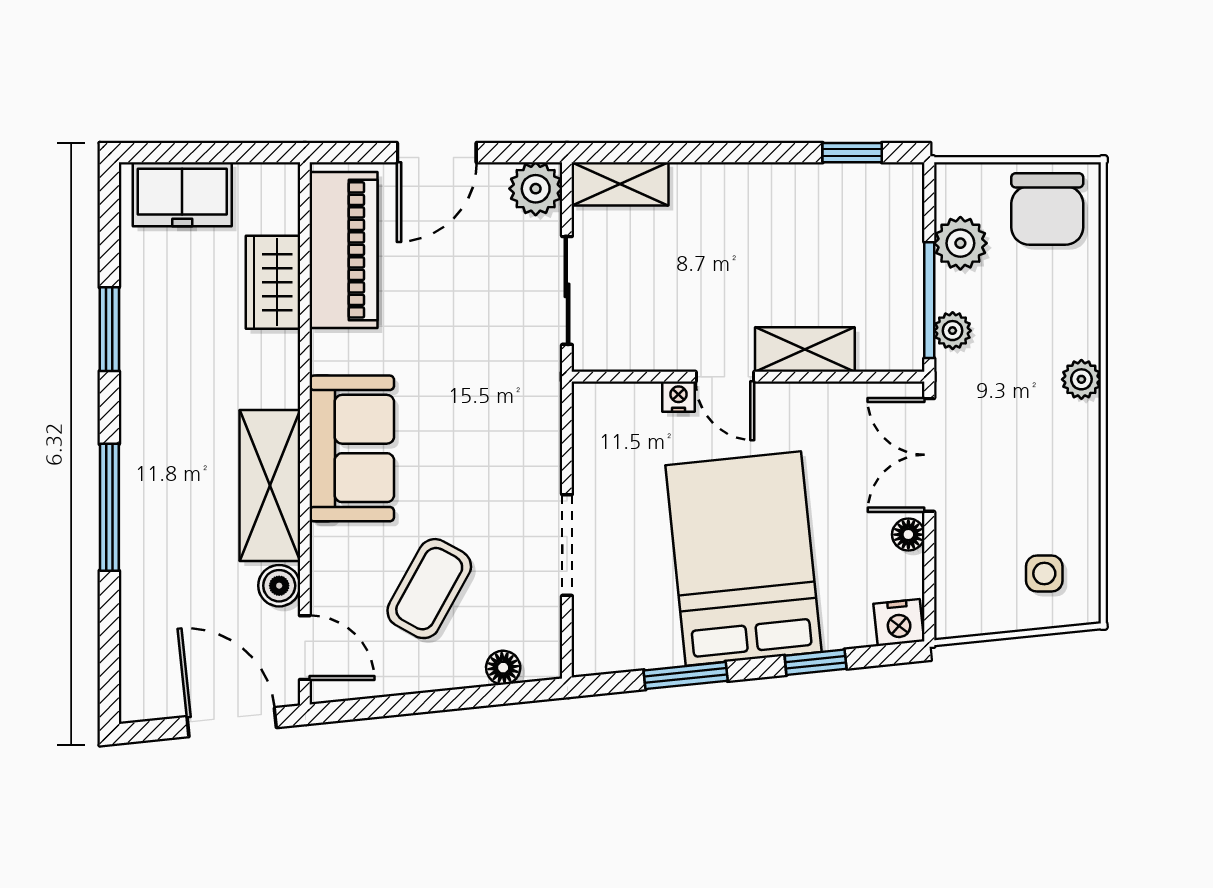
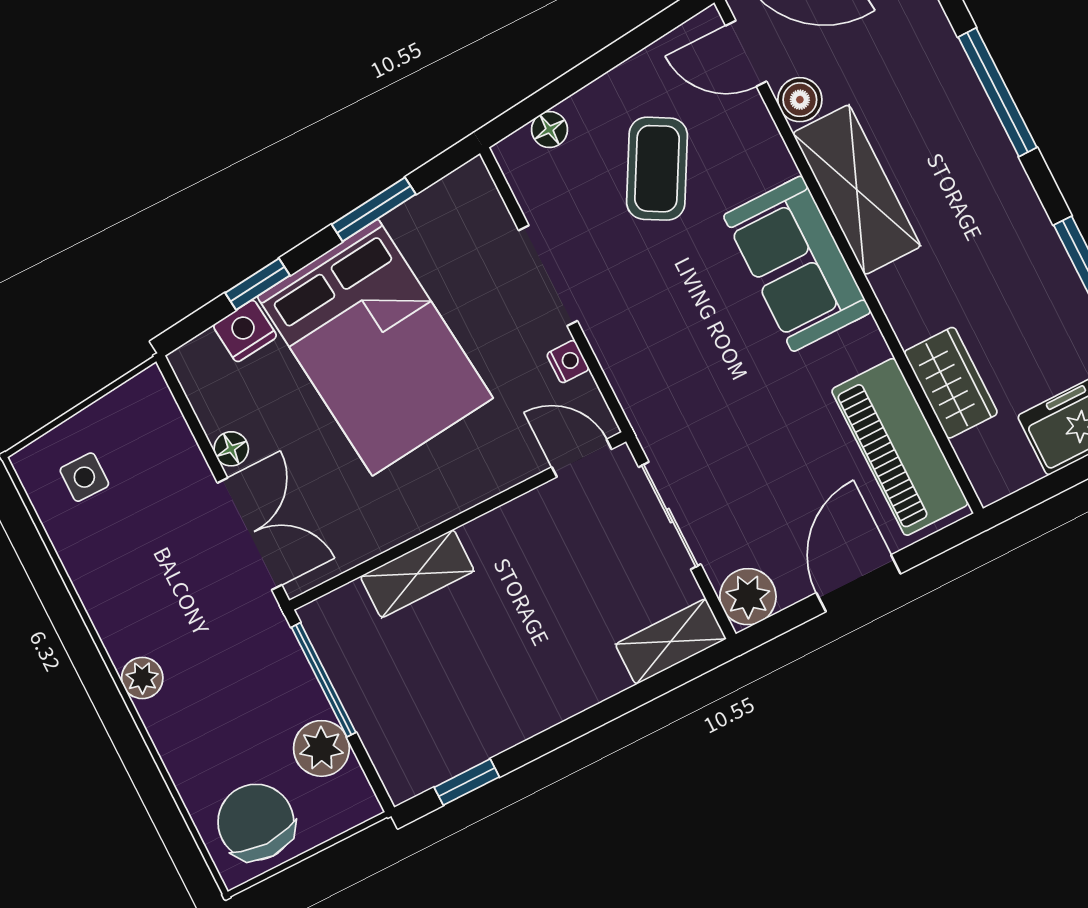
plant: (953, 331) -> (287, 662), removed
door: (725, 377) -> (582, 458), moved
nightstand: (679, 397) -> (568, 362), moved, turned -90
nightstand: (899, 623) -> (245, 331), moved

